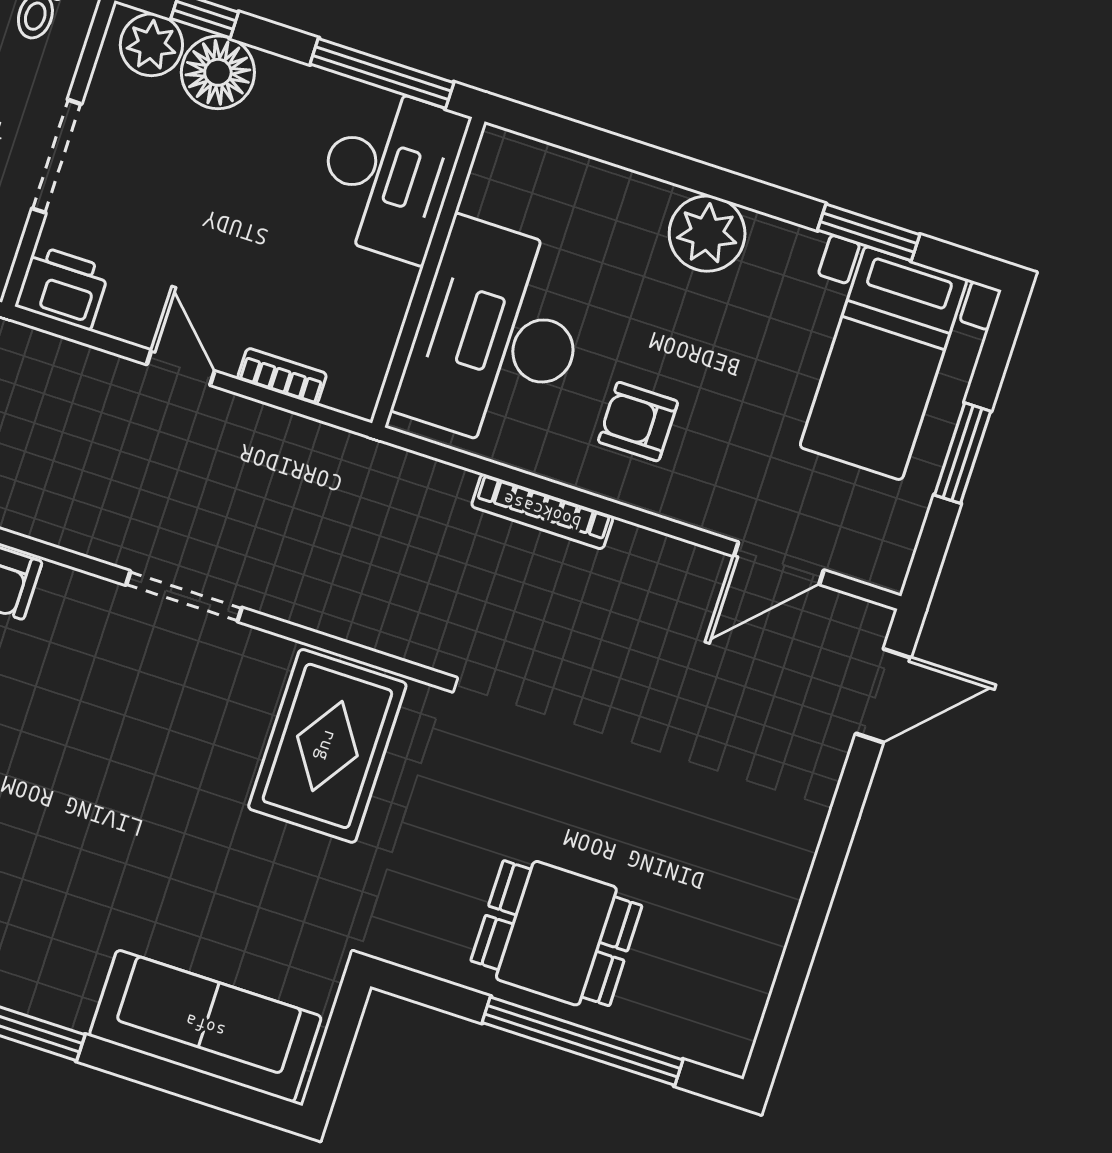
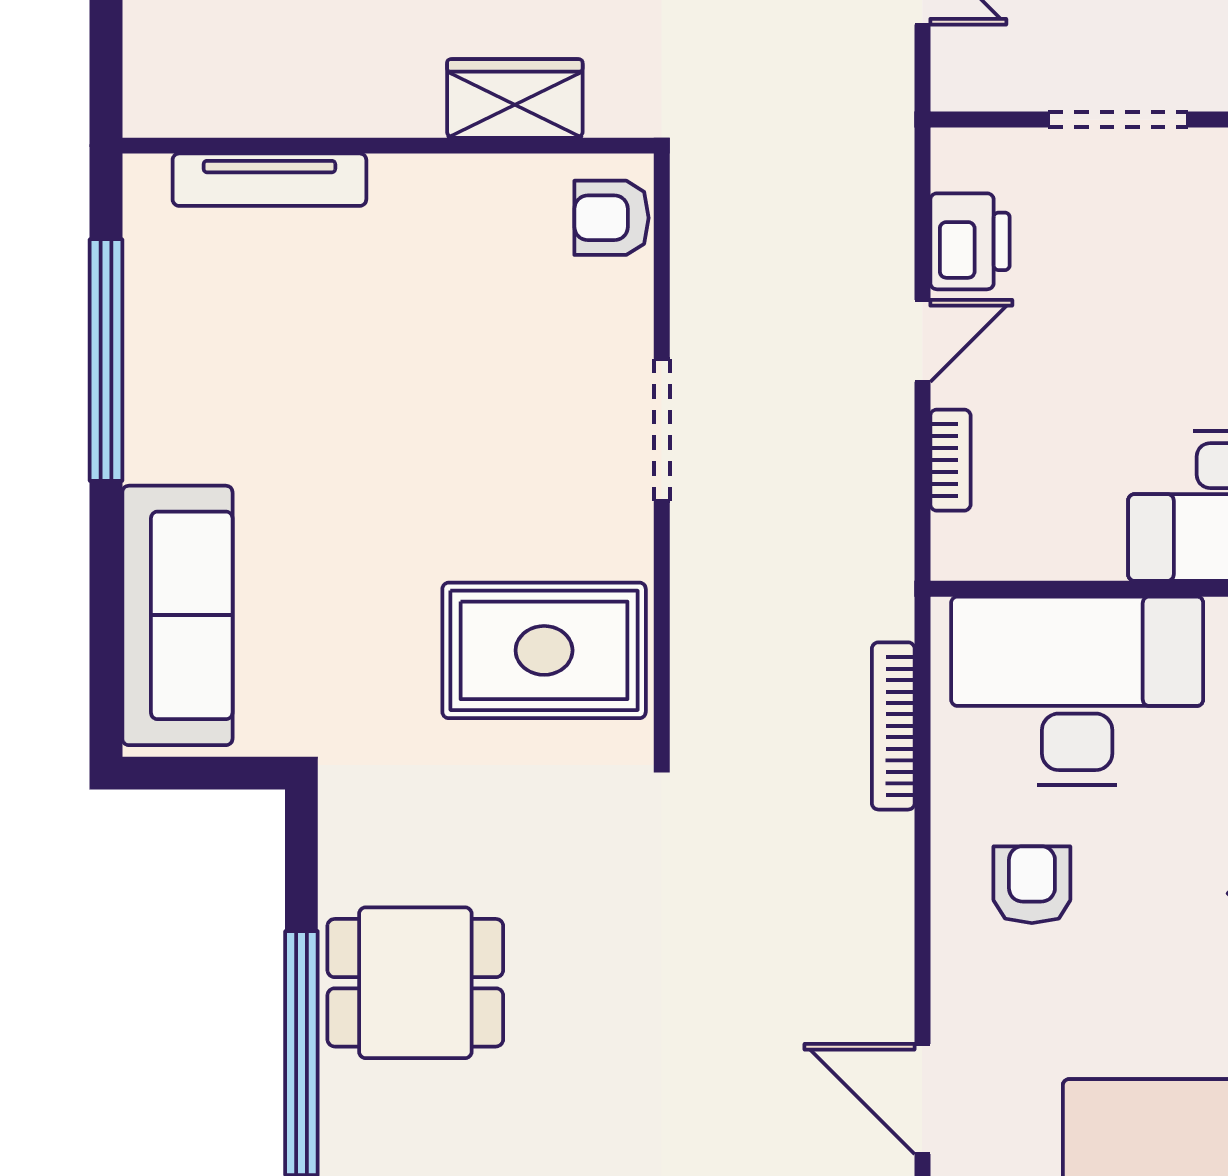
printer: (62, 288) -> (970, 241), moved
bookcase: (542, 511) -> (893, 726), moved
dining table: (556, 933) -> (415, 983), turned 90

